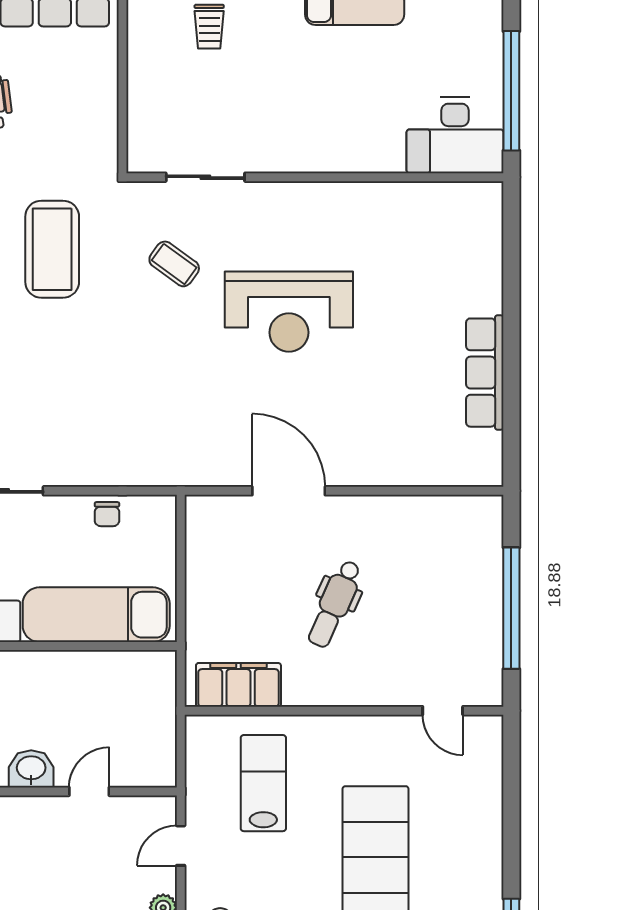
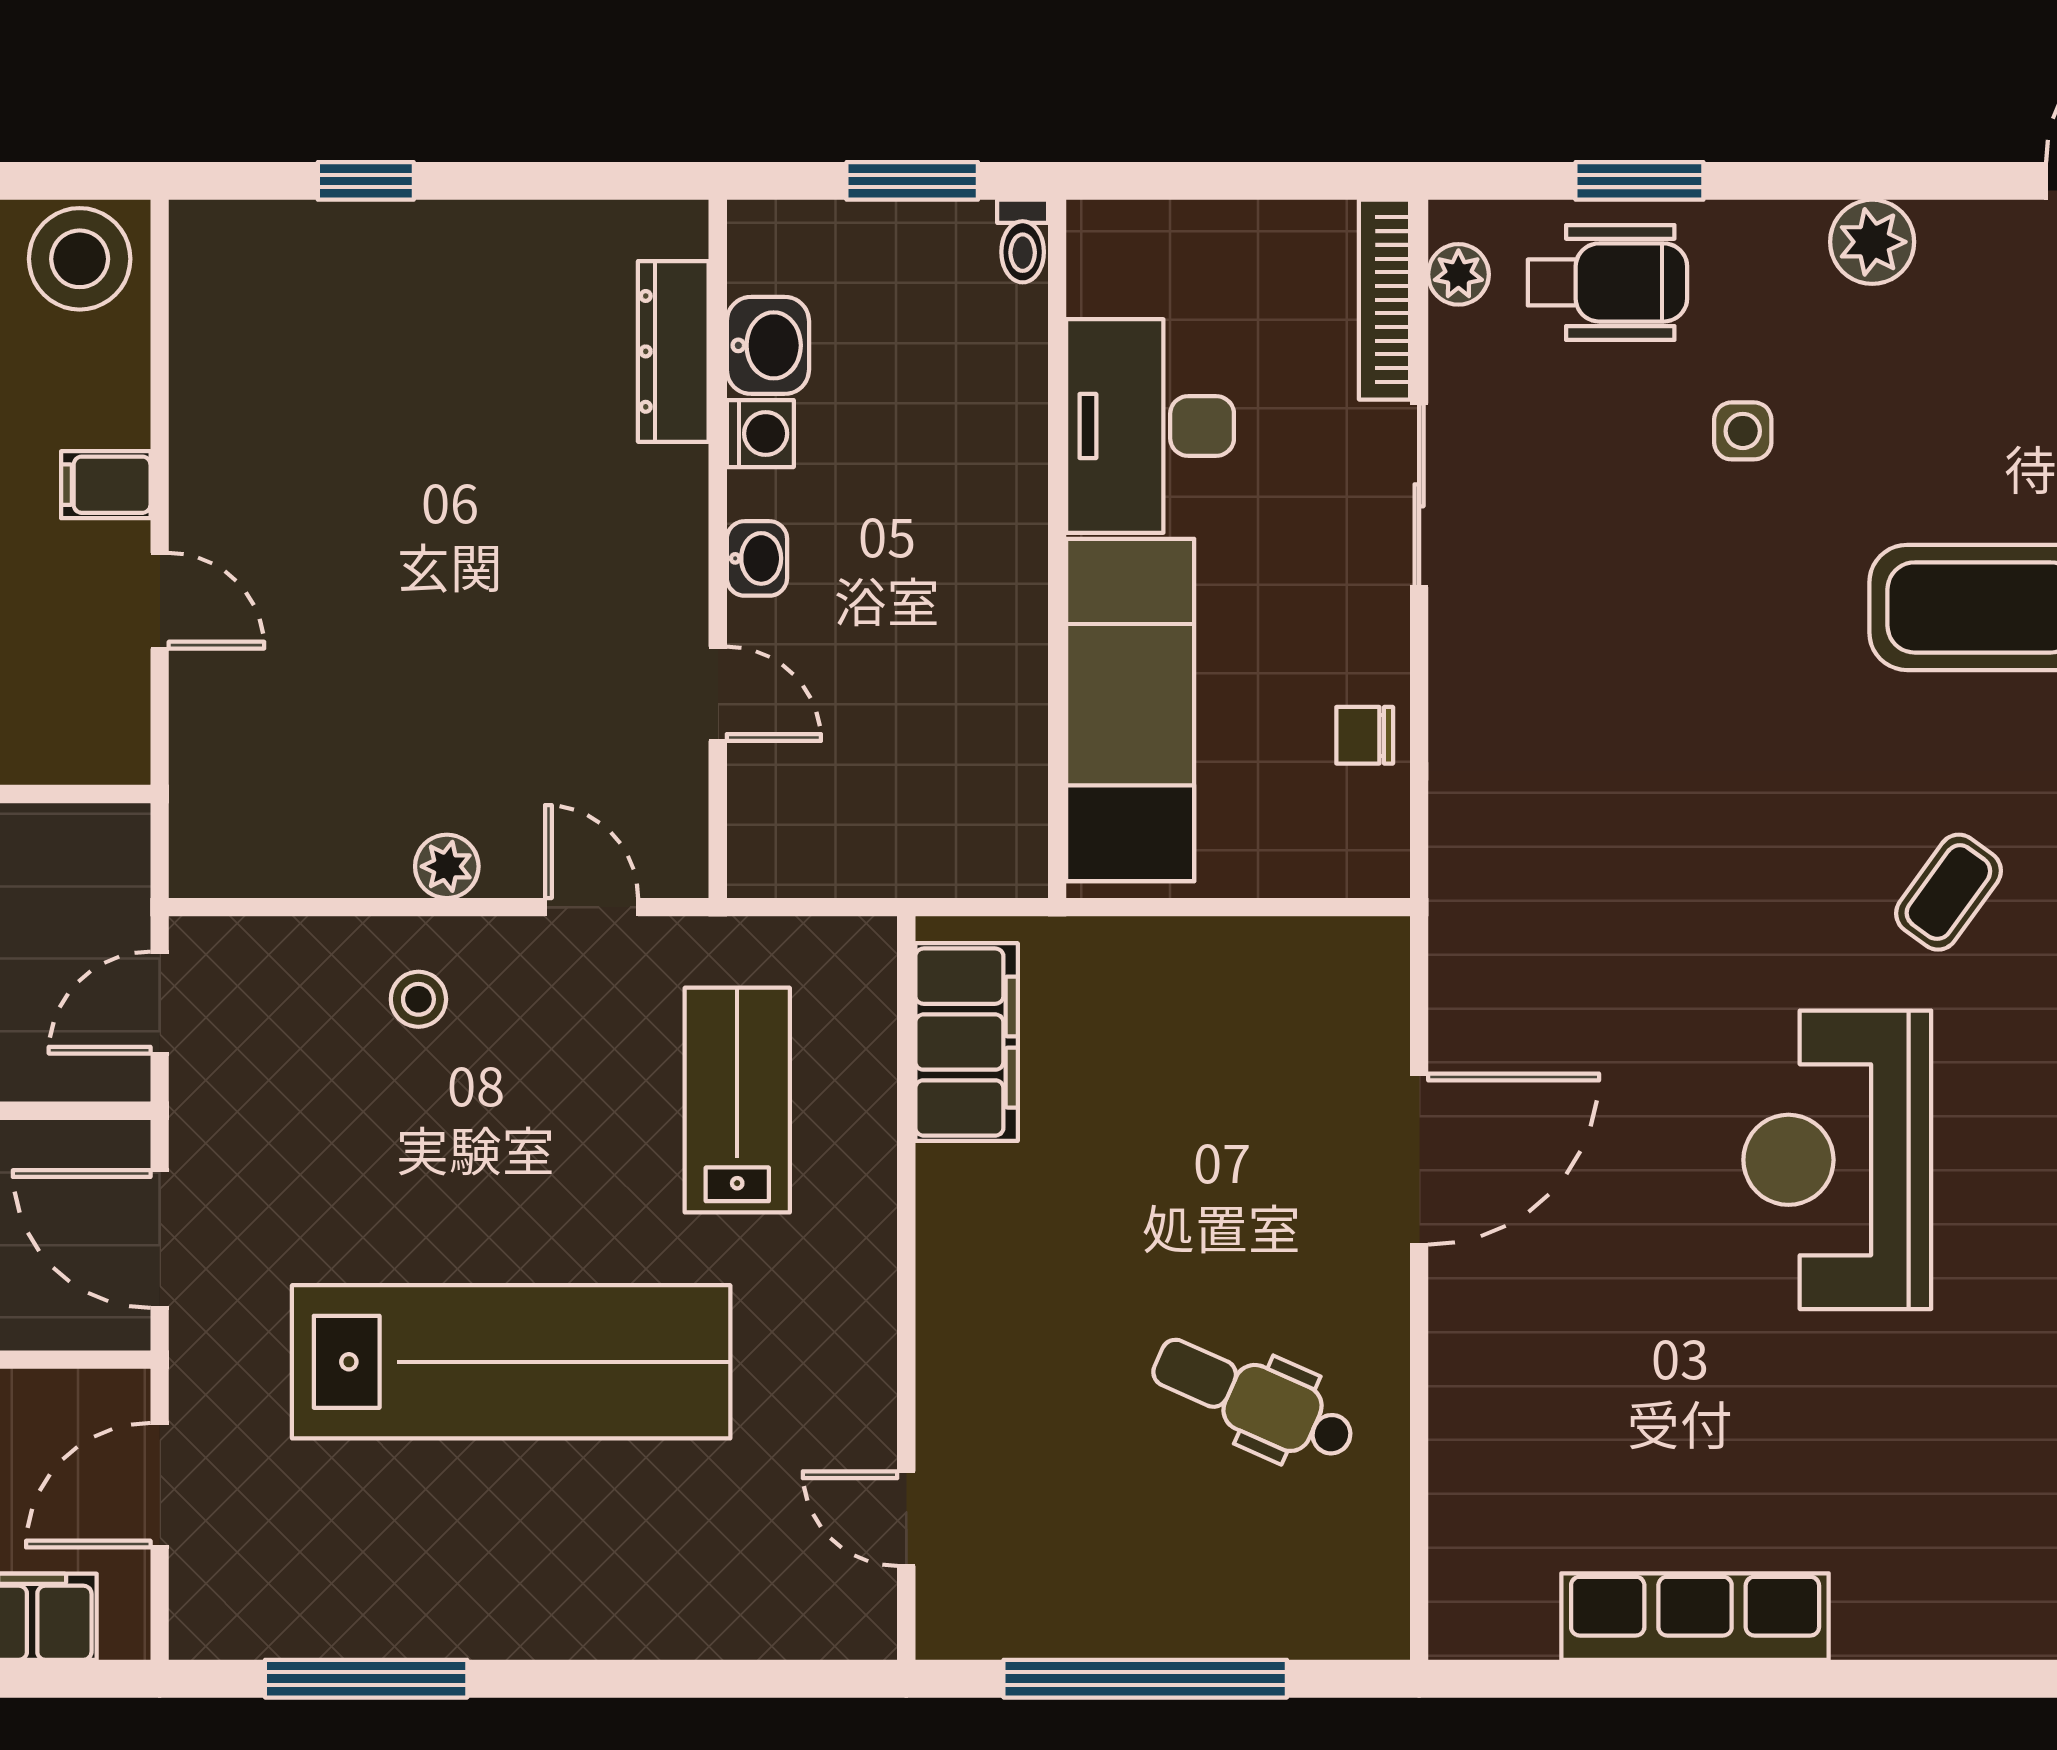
dental chair: (335, 604) -> (1254, 1400), moved
door: (443, 711) -> (906, 1519), hinge flipped
washbasin: (31, 769) -> (757, 558), width x0.72, depth x0.69
lab bench: (263, 783) -> (737, 1100), turned -90

